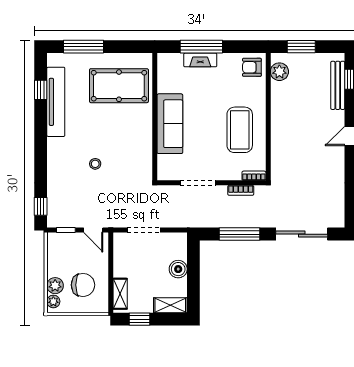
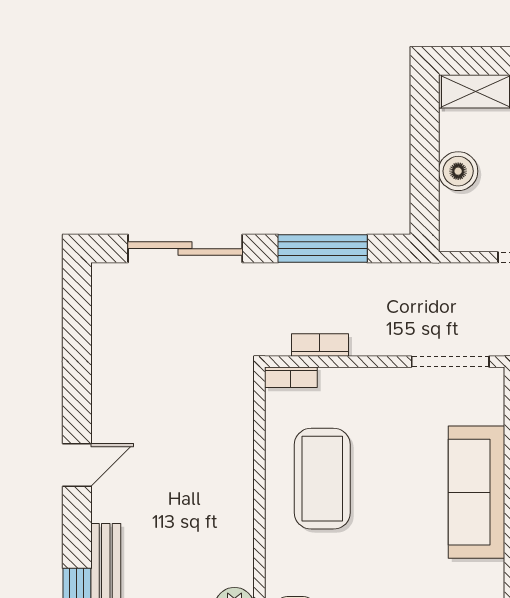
doorway: (198, 183) -> (450, 362), moved

